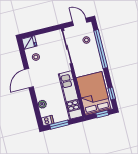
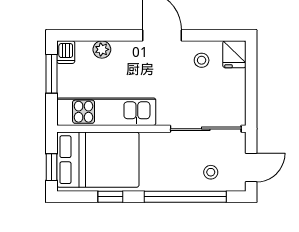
window: (112, 93) -> (110, 197), moved

